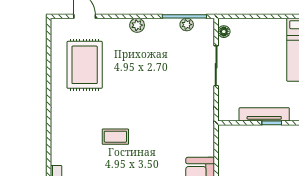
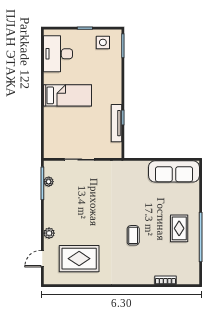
plant: (137, 25) -> (49, 233), moved
floor lamp: (224, 32) -> (54, 154), removed

